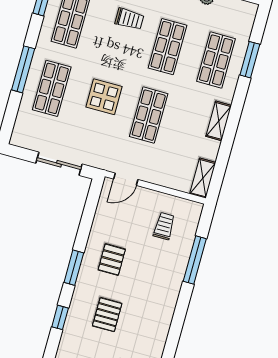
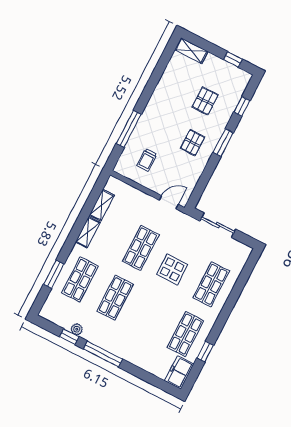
trolley: (129, 19) -> (140, 325), removed
window: (23, 69) -> (230, 304), removed
shelving: (203, 178) -> (102, 205), moved

